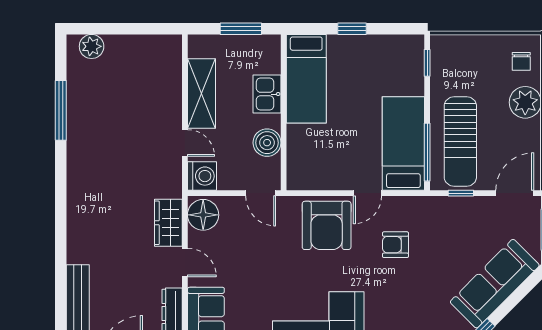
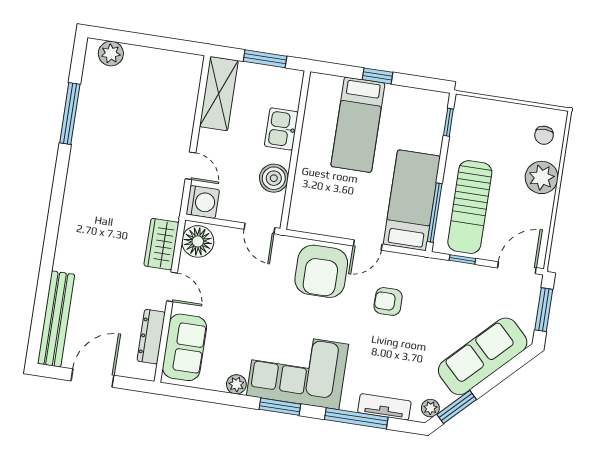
bed: (306, 79) -> (358, 125), moved
shelving: (201, 93) -> (219, 94), moved

